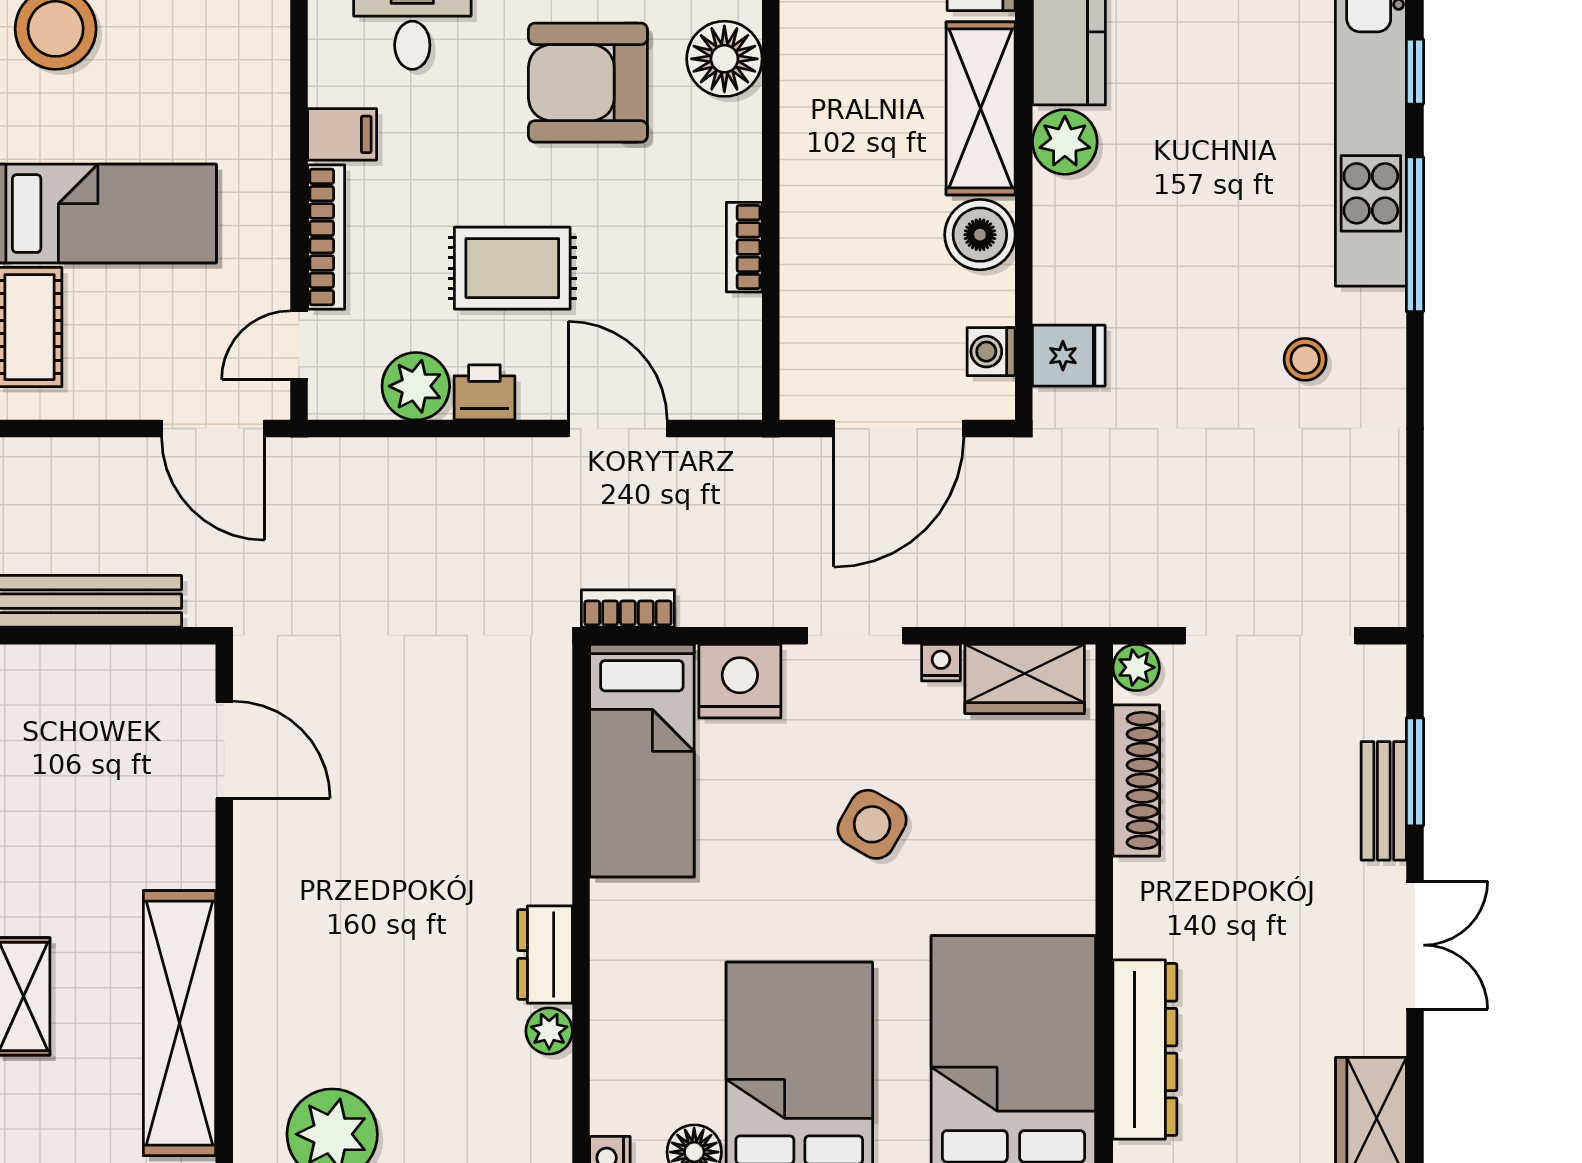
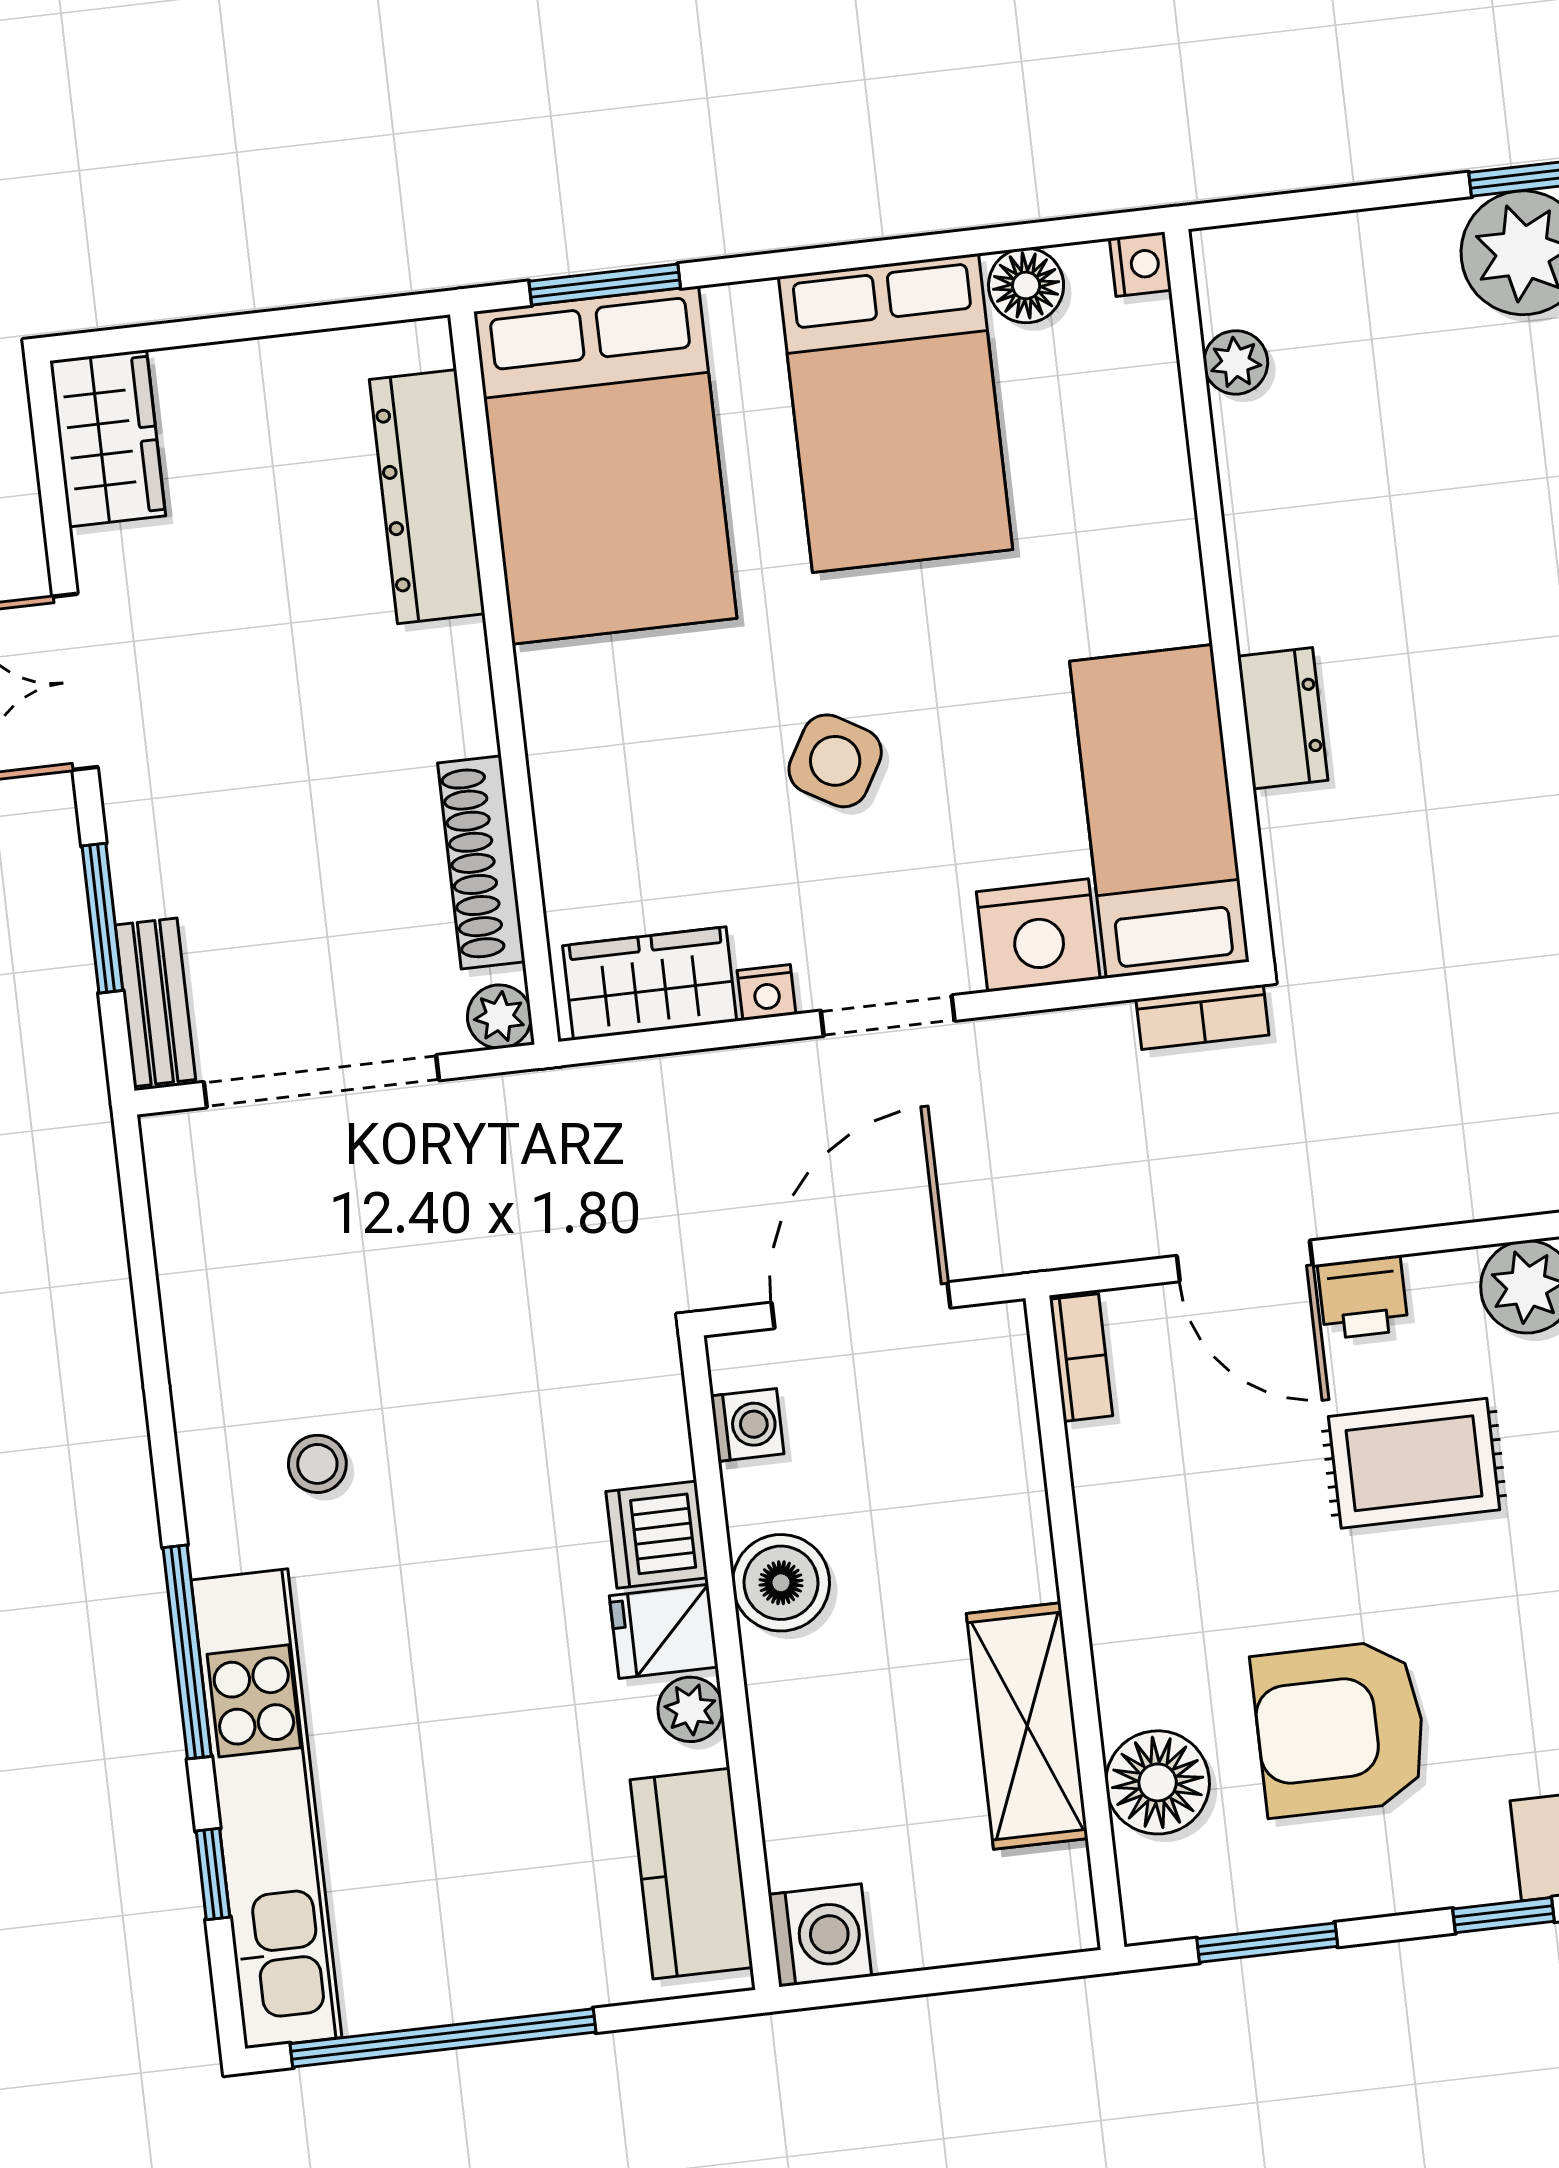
armchair: (588, 83) -> (1340, 1728), turned 180
shelving: (981, 108) -> (1027, 1726), moved
plant: (1065, 142) -> (690, 1709), width x0.73, depth x0.73
bookcase: (744, 247) -> (1081, 1358), moved
dishwasher: (1066, 280) -> (657, 1535), added
fridge: (1069, 356) -> (664, 1631), moved
printer: (484, 392) -> (1363, 1297), moved
bench: (1384, 801) -> (155, 1002), moved
dresser: (545, 954) -> (1283, 718), moved
plant: (549, 1031) -> (1236, 362), moved

